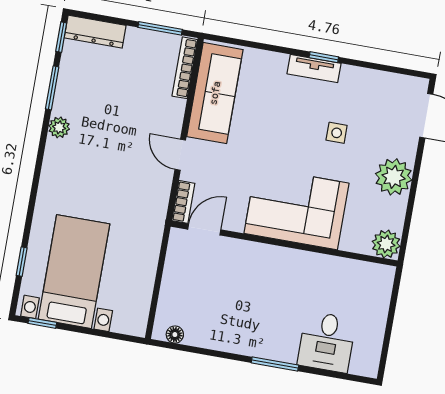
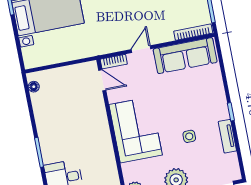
tv unit: (314, 69) -> (227, 136), moved

